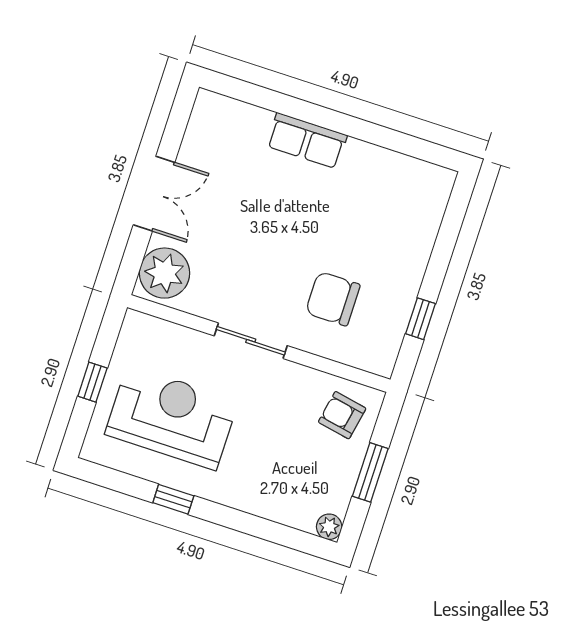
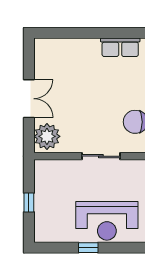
row of seats: (307, 141) -> (120, 47), moved
reception desk: (172, 418) -> (107, 221), moved, turned 180

